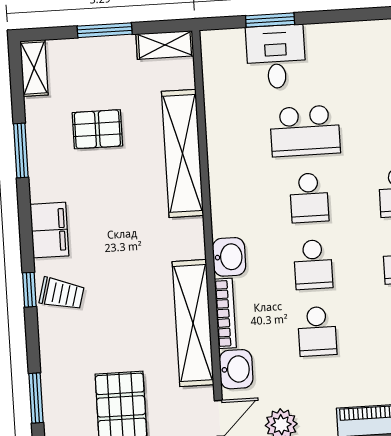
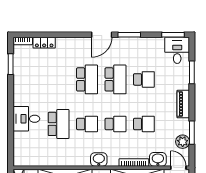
window: (270, 20) -> (11, 136), removed
desk: (276, 57) -> (26, 119), moved
washbasin: (229, 257) -> (99, 159), moved

